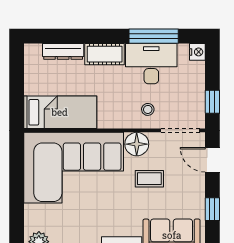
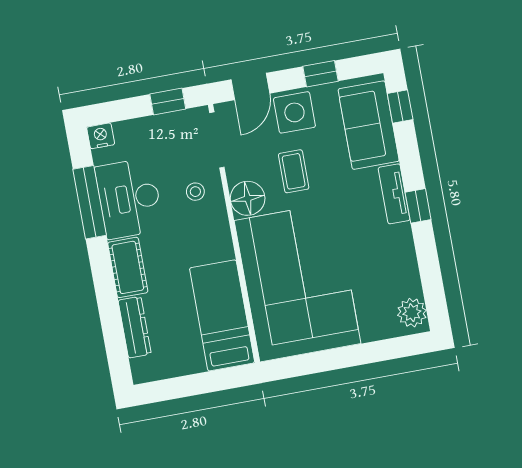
side table: (189, 187) -> (294, 112), added

